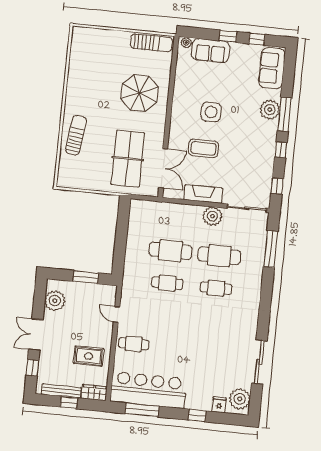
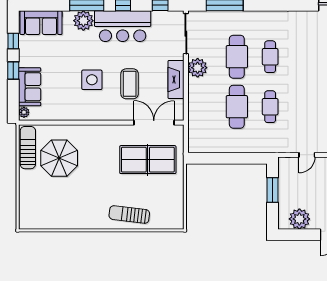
parasol: (140, 93) -> (59, 158), moved
bar counter: (260, 147) -> (123, 26), added

